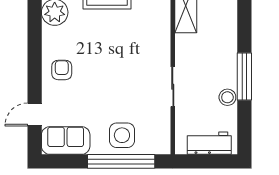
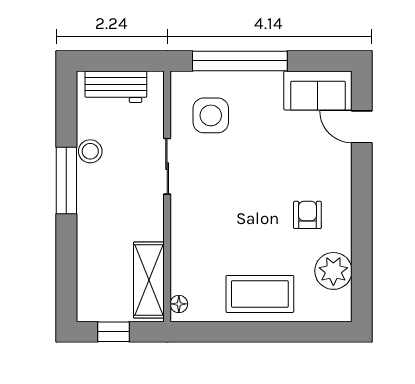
armchair: (62, 70) -> (307, 215), moved, turned 180
door: (35, 115) -> (362, 127), swing flipped
side table: (122, 135) -> (211, 115), moved

